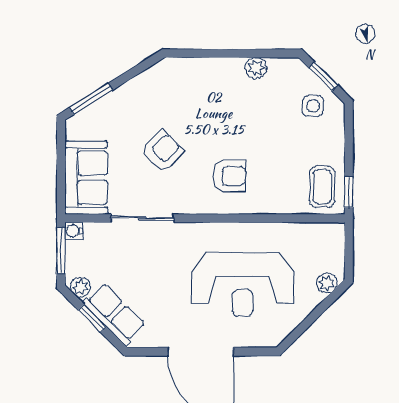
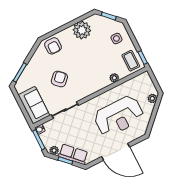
plant: (256, 68) -> (82, 30), width x1.87, depth x1.87
side table: (313, 106) -> (116, 38), moved
armchair: (229, 176) -> (53, 46), moved, turned 90
plant: (272, 204) -> (114, 78), added

